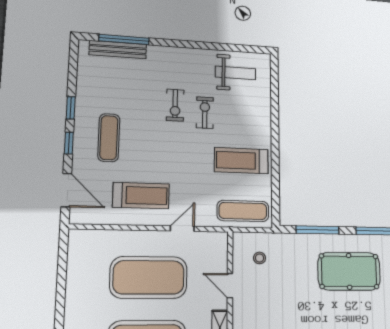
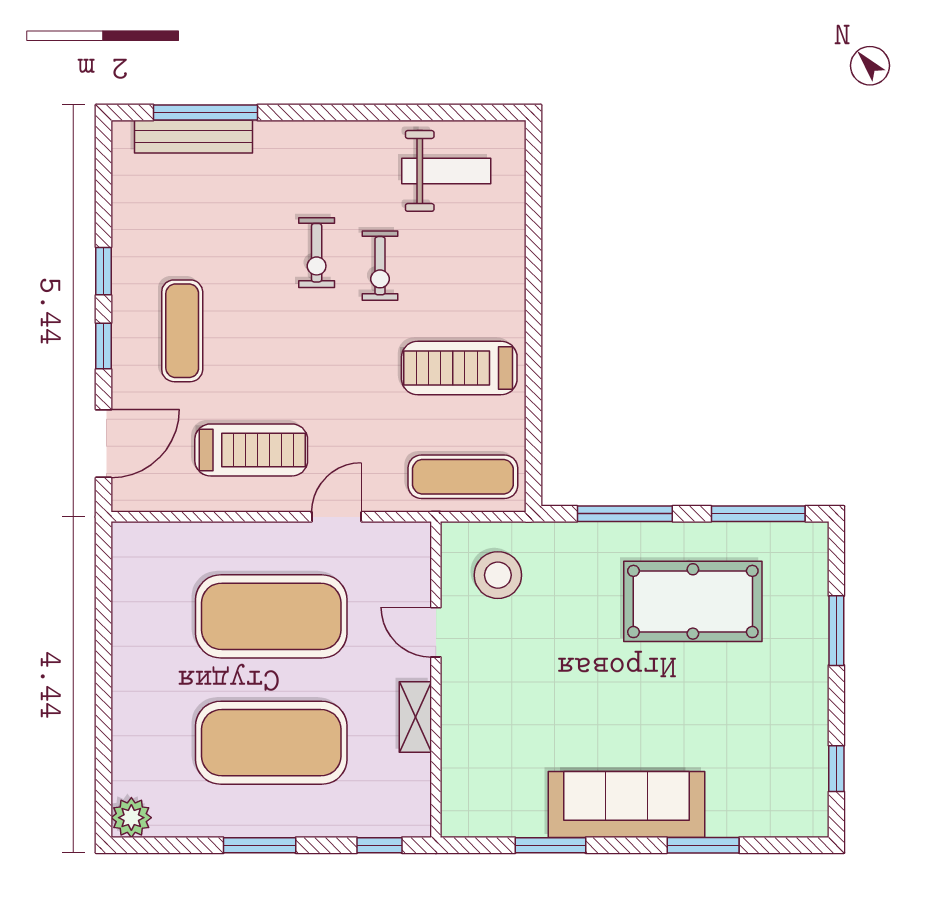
exercise bike: (205, 113) -> (380, 266), turned 180
door: (66, 190) -> (104, 444), hinge flipped
stool: (260, 258) -> (498, 575), width x1.89, depth x1.89

